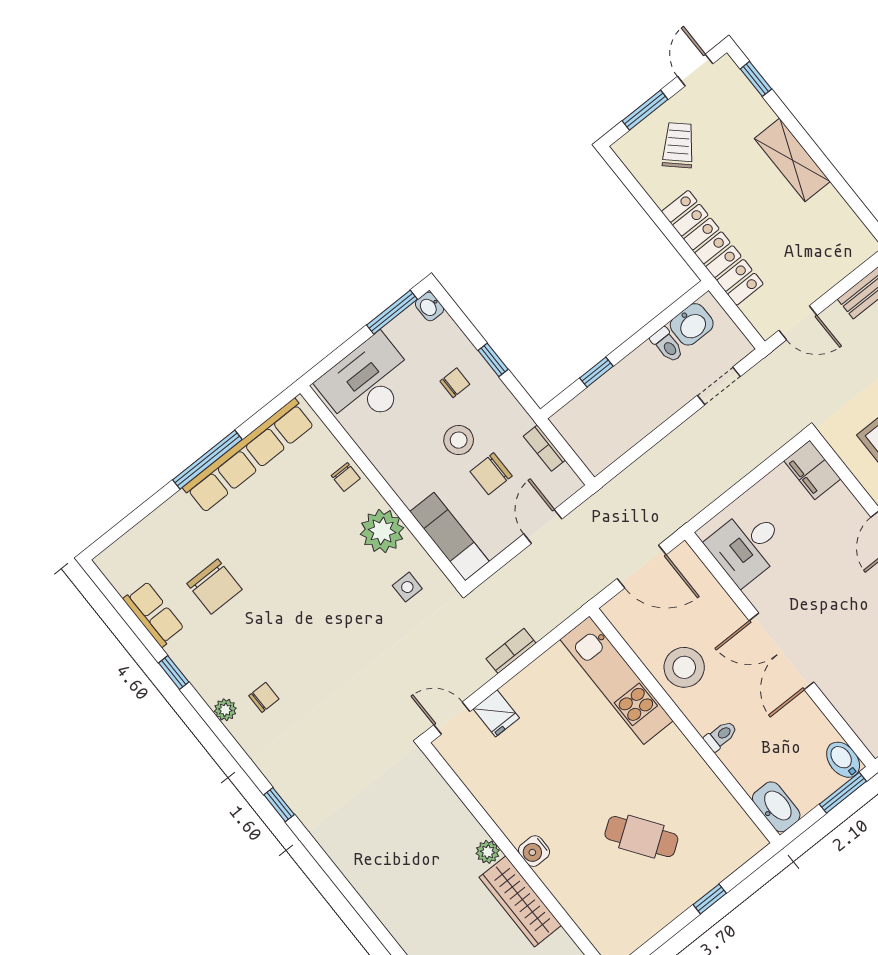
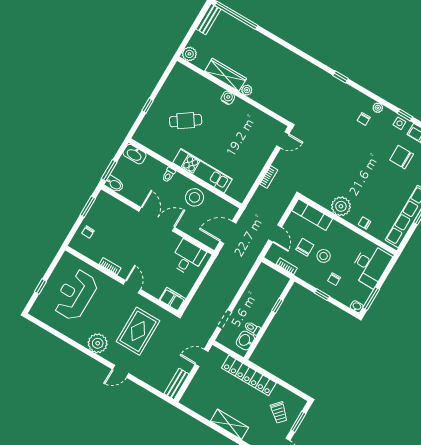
side table: (407, 587) -> (399, 123), moved
kitchen unit: (617, 680) -> (203, 171), moved
fridge: (496, 713) -> (265, 149), removed

